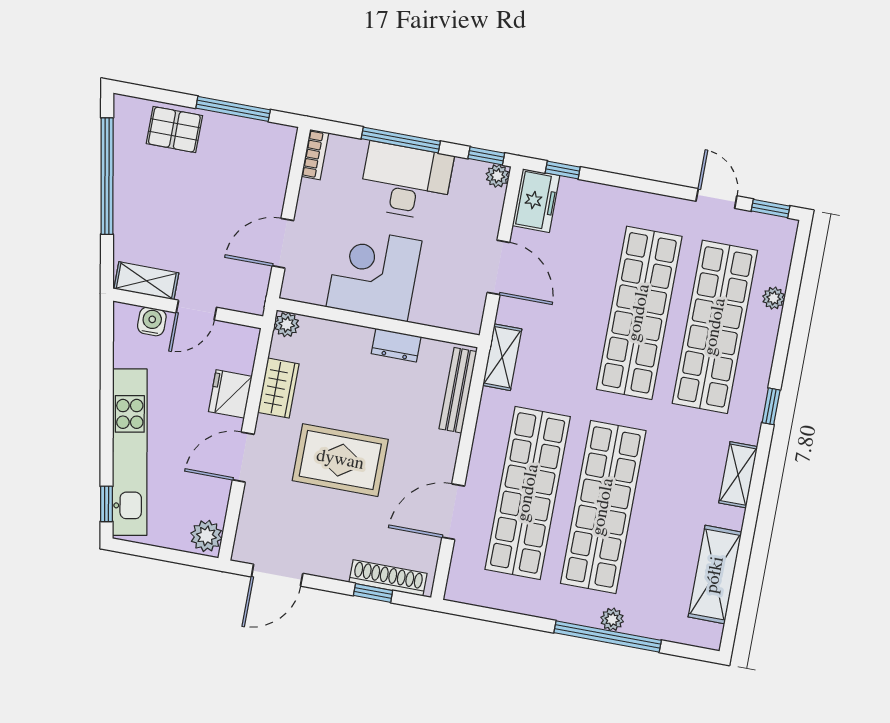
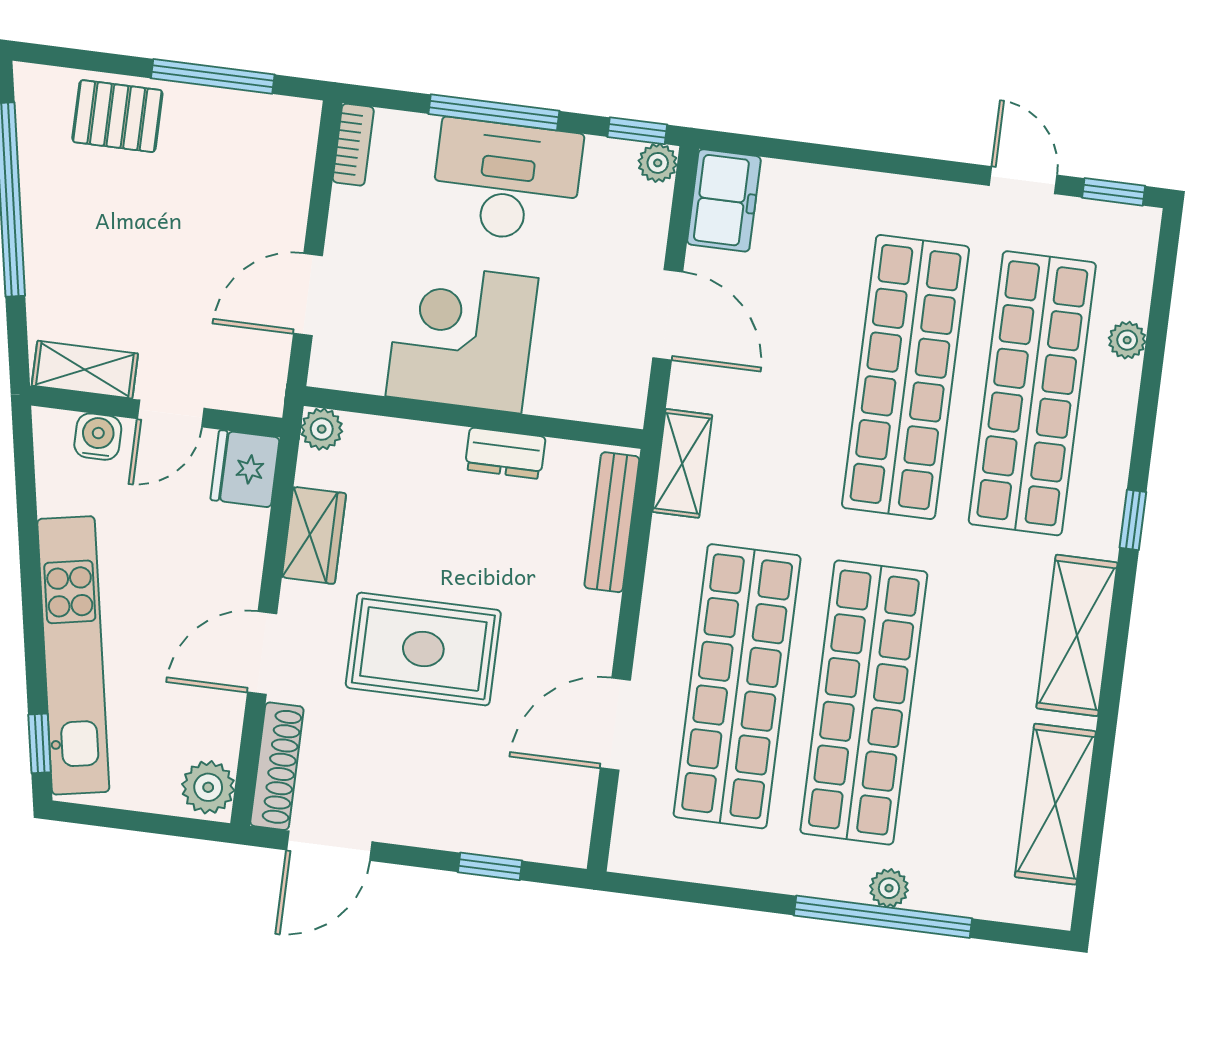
window: (563, 170) -> (765, 147), removed
fridge: (230, 394) -> (245, 469), moved
shelving: (738, 475) -> (1077, 635), width x1.50, depth x1.33
shoe rack: (388, 578) -> (277, 766), moved, turned 90

